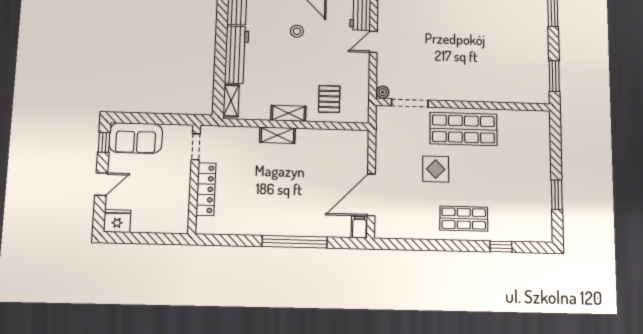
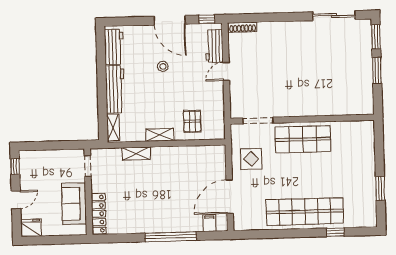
window: (554, 76) -> (377, 71), moved
plant: (383, 92) -> (236, 113), removed
shelving: (277, 135) -> (136, 154), moved
sofa: (136, 138) -> (74, 204), moved, turned 90
display table: (436, 169) -> (251, 159), moved
locker: (206, 189) -> (99, 214), moved
shop shelf: (464, 219) -> (305, 212), width x2.00, depth x1.36
filing cabinet: (359, 227) -> (209, 223), moved

